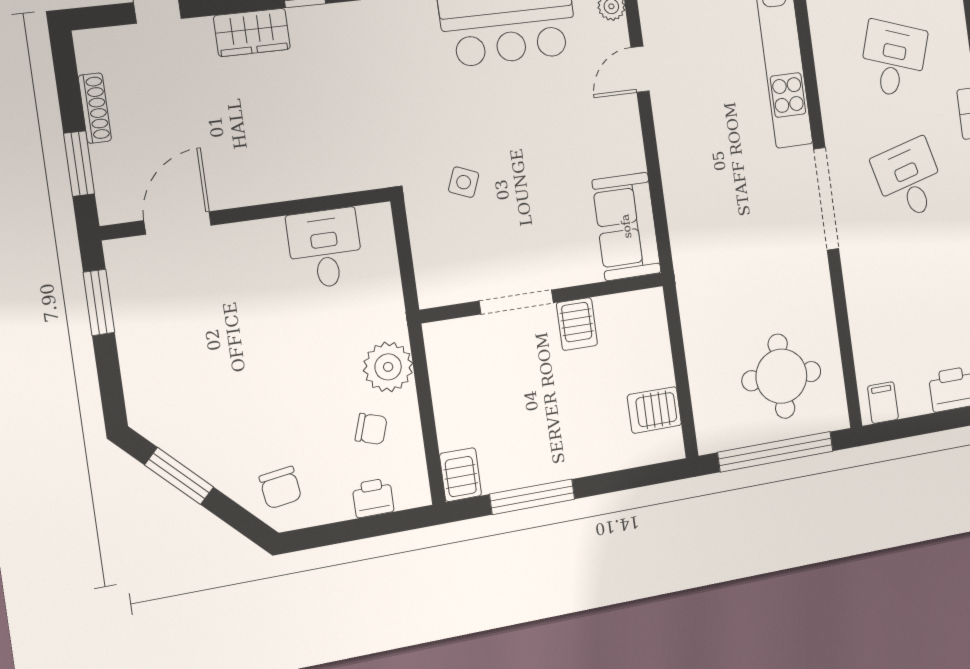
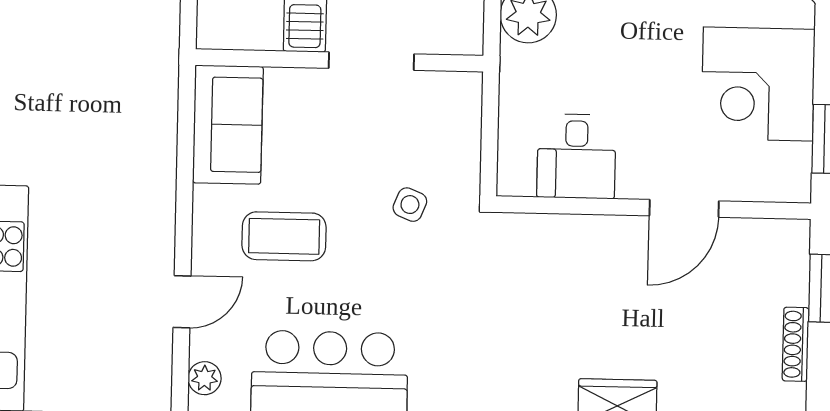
coffee table: (565, 138) -> (284, 236), added
door: (178, 223) -> (684, 208), moved
corner desk: (170, 342) -> (758, 84), added

